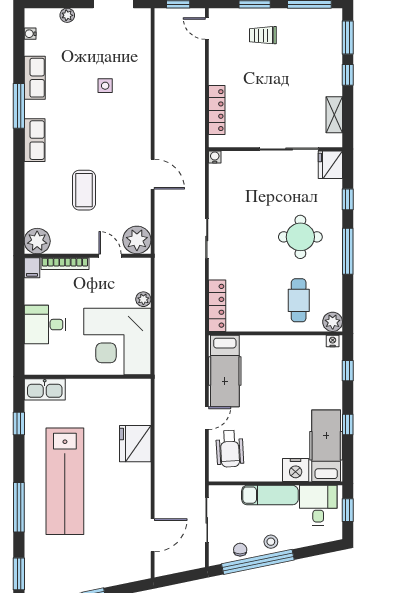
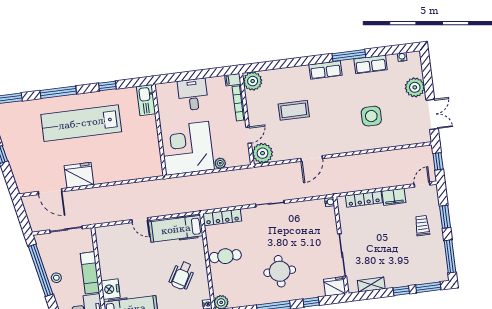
plant: (67, 15) -> (415, 87), width x1.88, depth x1.88
filing cabinet: (219, 69) -> (394, 197), added
side table: (105, 86) -> (371, 116), width x1.87, depth x1.87
cafe table: (299, 300) -> (225, 256), moved
window: (19, 423) -> (107, 86), moved
fridge: (135, 444) -> (79, 175), moved
wheelchair: (230, 449) -> (182, 275), moved, turned -57
chair: (240, 550) -> (48, 256), removed

